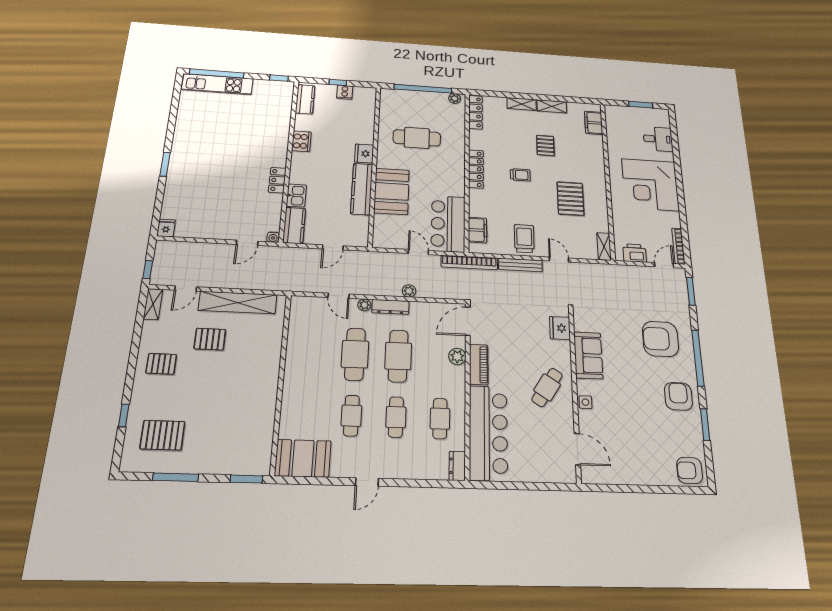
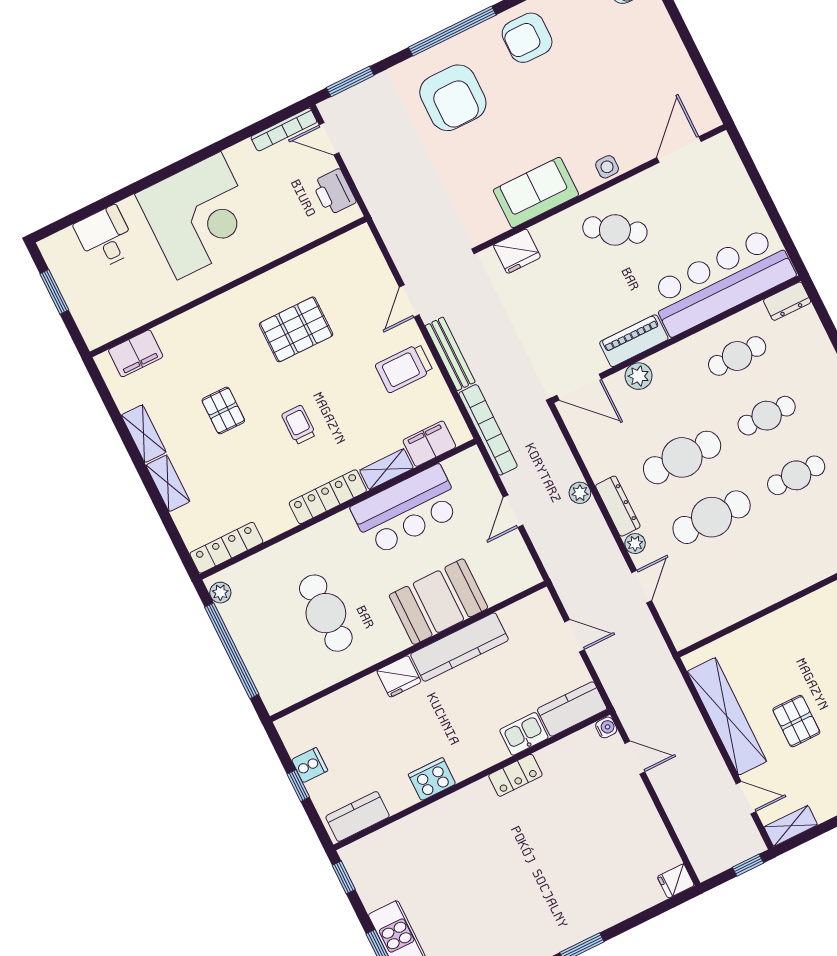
pallet: (545, 146) -> (223, 410), turned 90
bar counter: (448, 224) -> (407, 510), moved
shelving: (604, 247) -> (386, 469), moved

